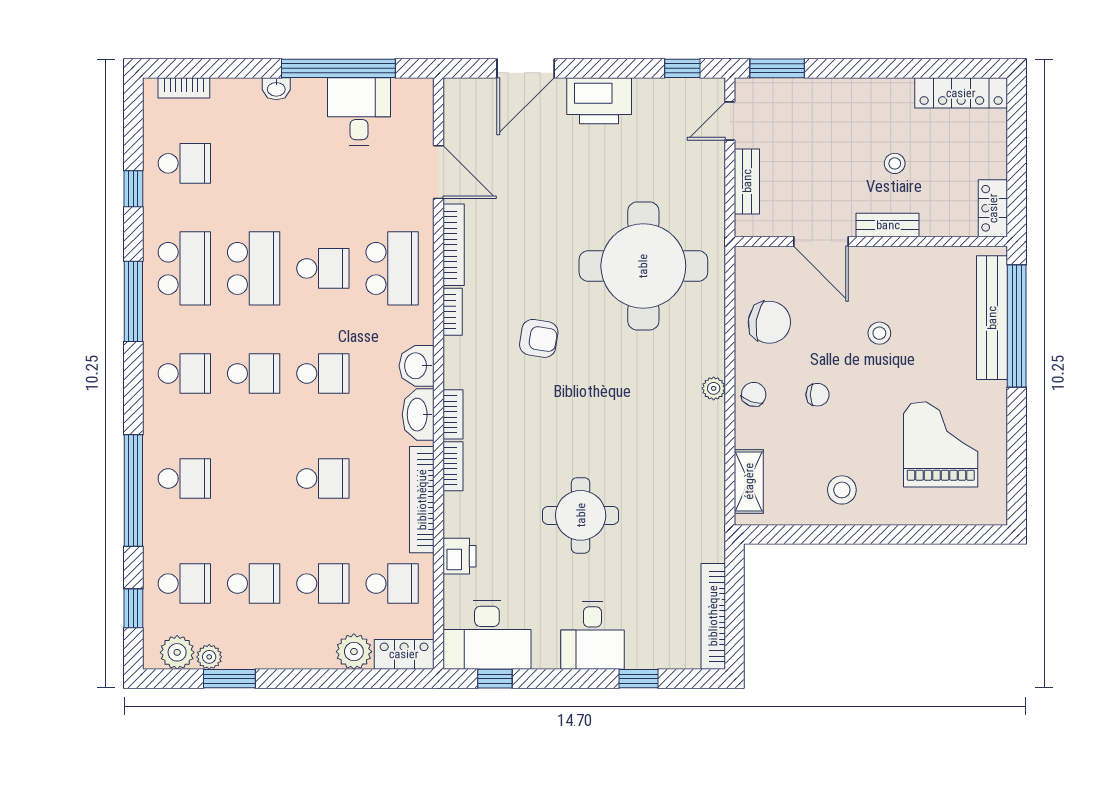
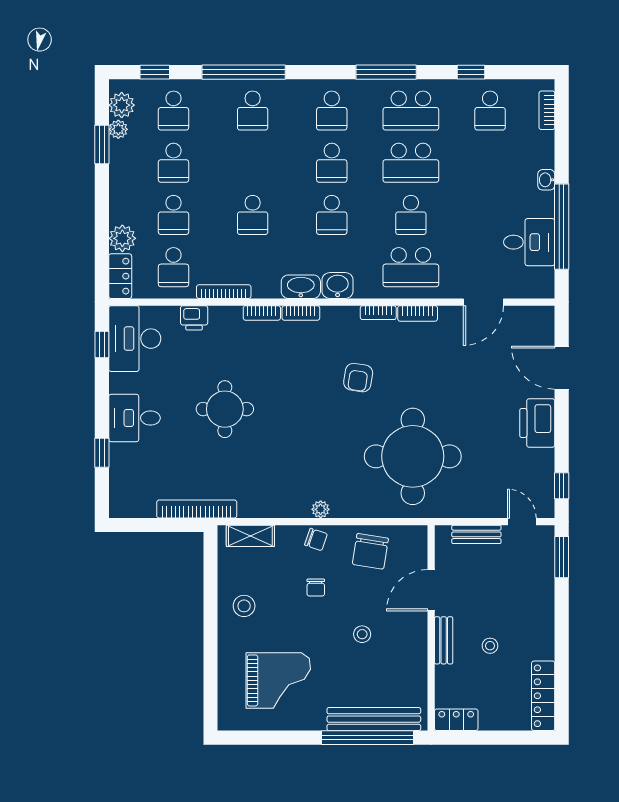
bookcase: (454, 245) -> (418, 313), width x0.64
bookcase: (422, 500) -> (224, 292), width x0.68, depth x0.76
bookcase: (713, 616) -> (197, 509), moved

